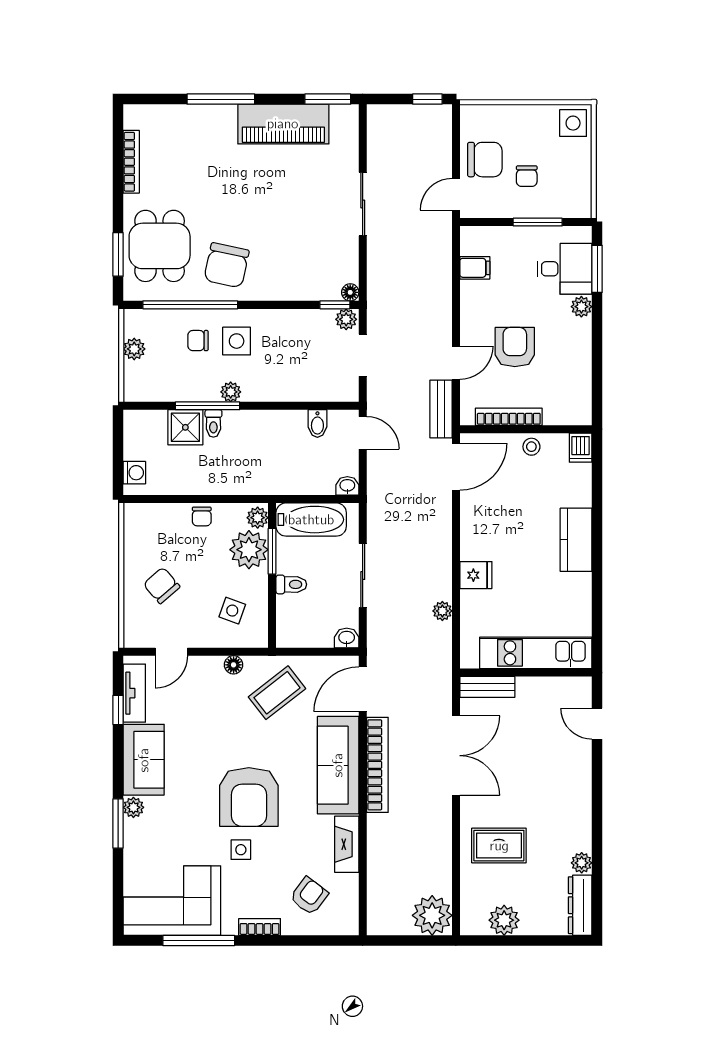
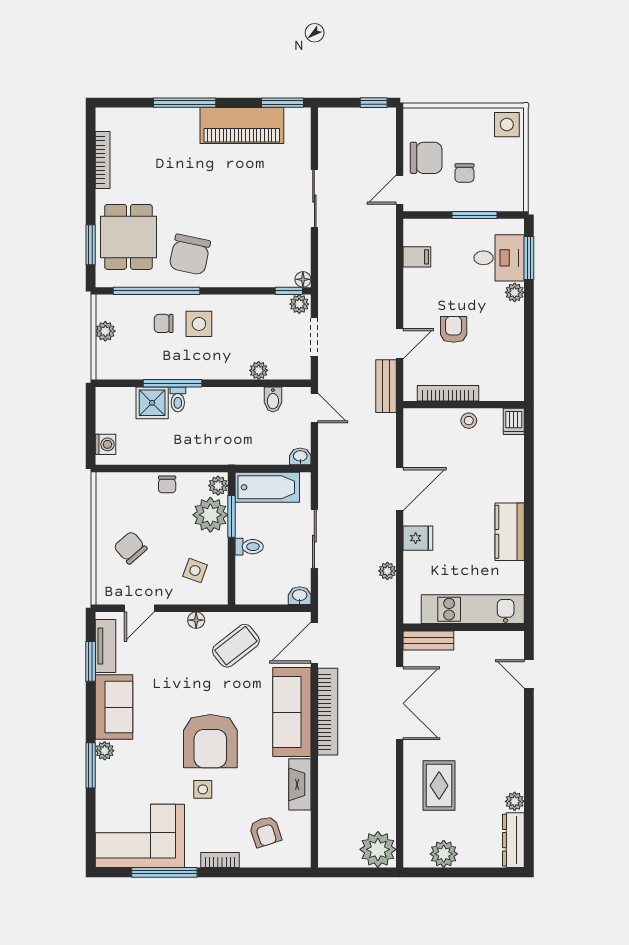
armchair: (515, 347) -> (454, 329), width x0.72, depth x0.72
plant: (231, 392) -> (259, 370), moved
door: (456, 467) -> (400, 489), moved
kitchen counter: (576, 540) -> (510, 532), moved
window: (118, 710) -> (91, 661), width x1.50
rug: (499, 846) -> (439, 786), turned 90
armchair: (309, 896) -> (265, 832), turned 125

